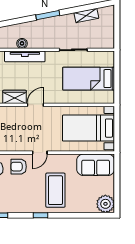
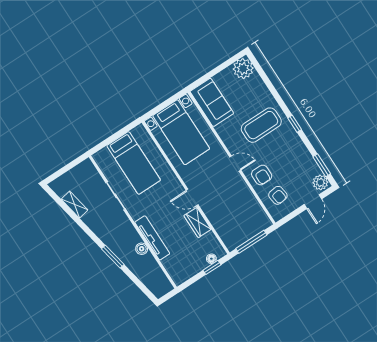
window: (48, 15) -> (113, 257), moved

